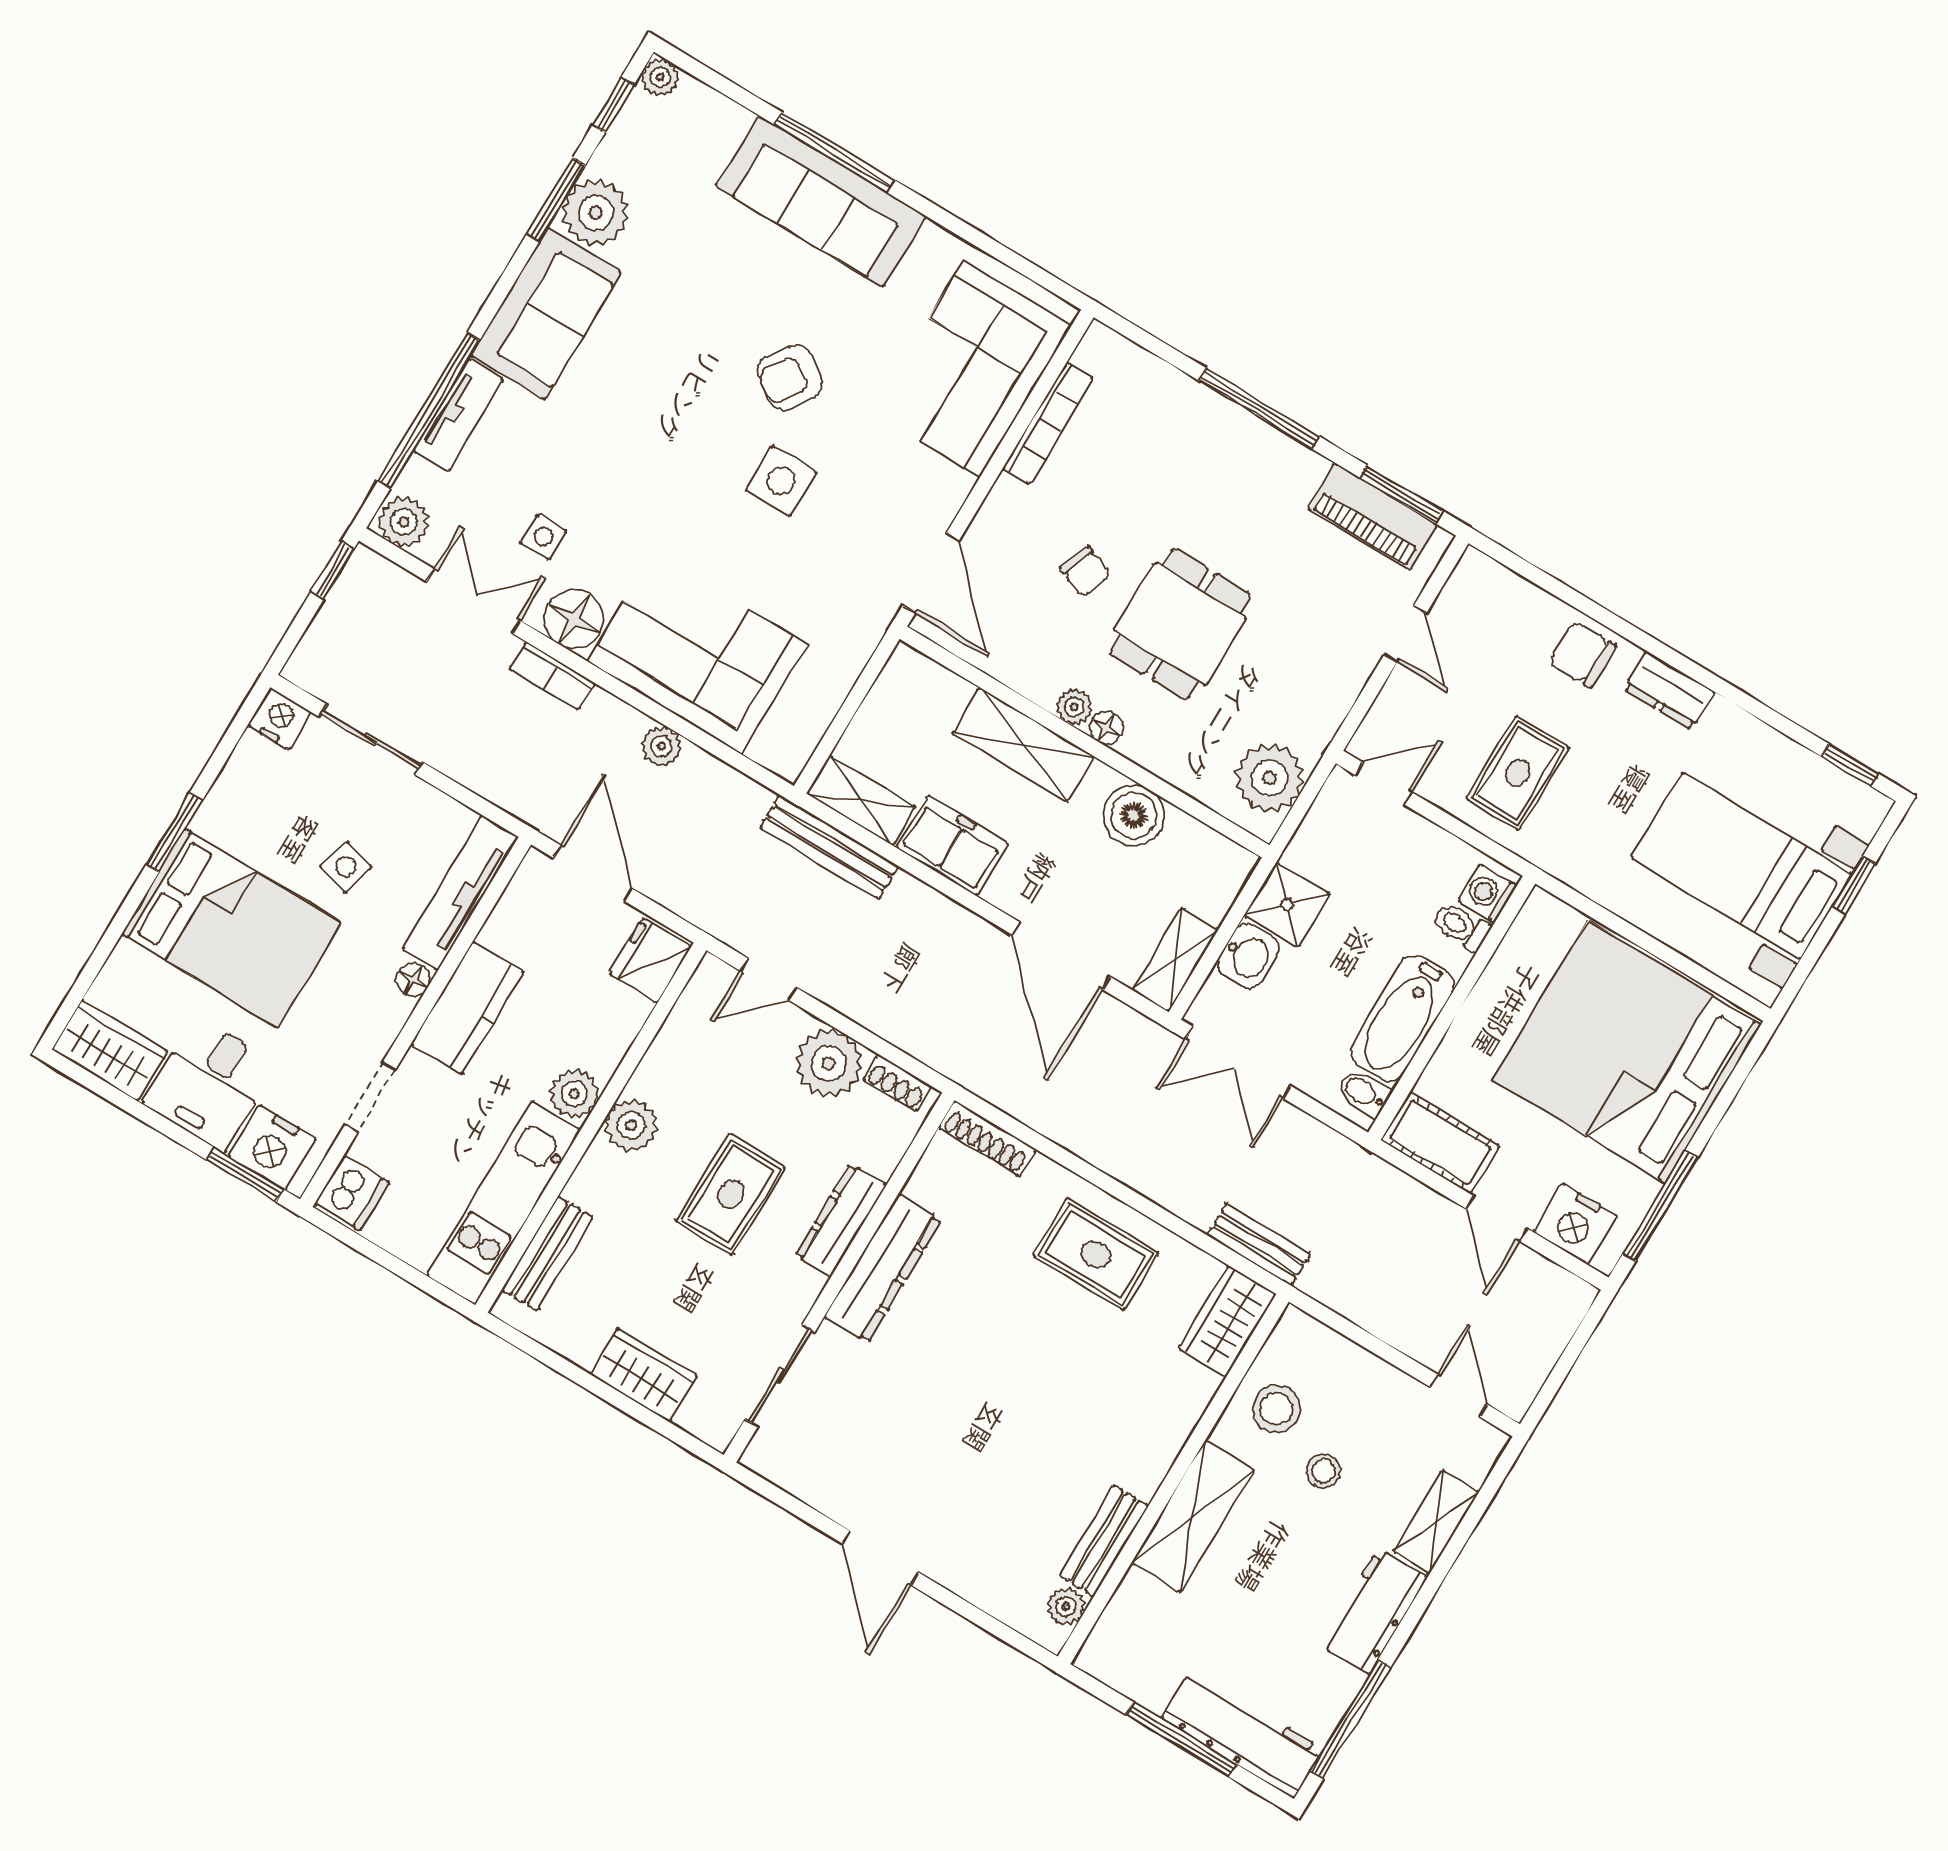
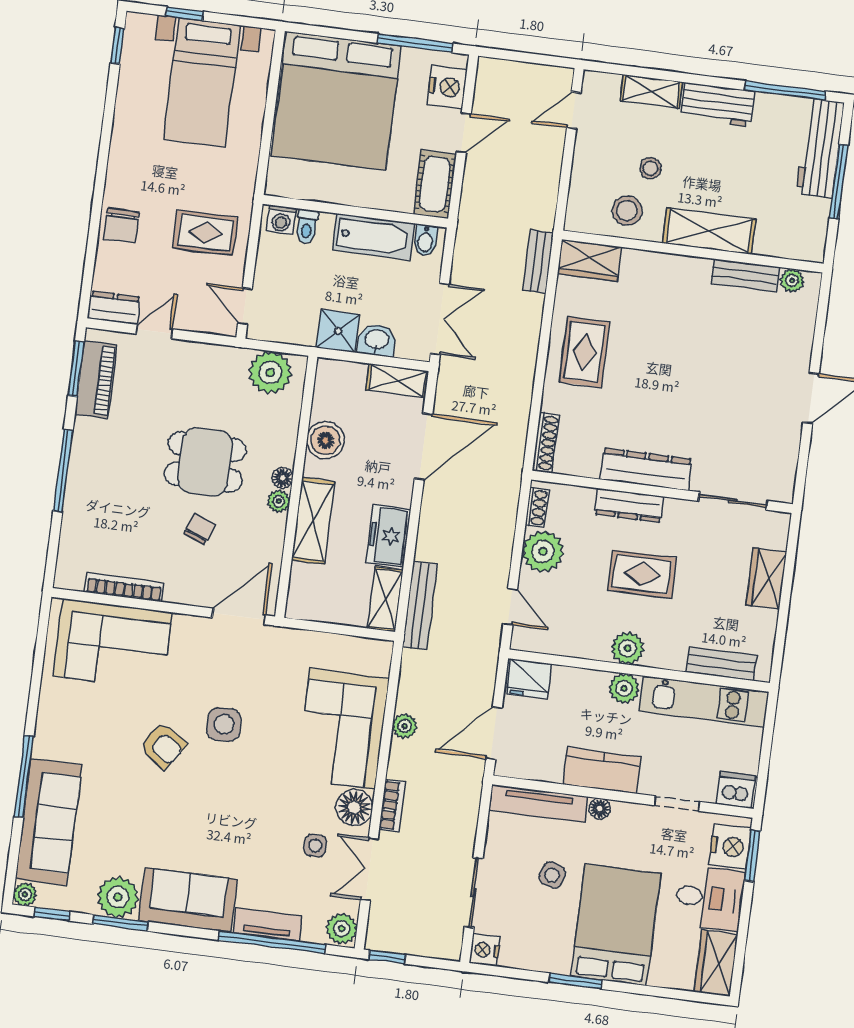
sofa: (821, 201) -> (49, 822), moved
dresser: (1669, 690) -> (114, 308), moved, turned -90

